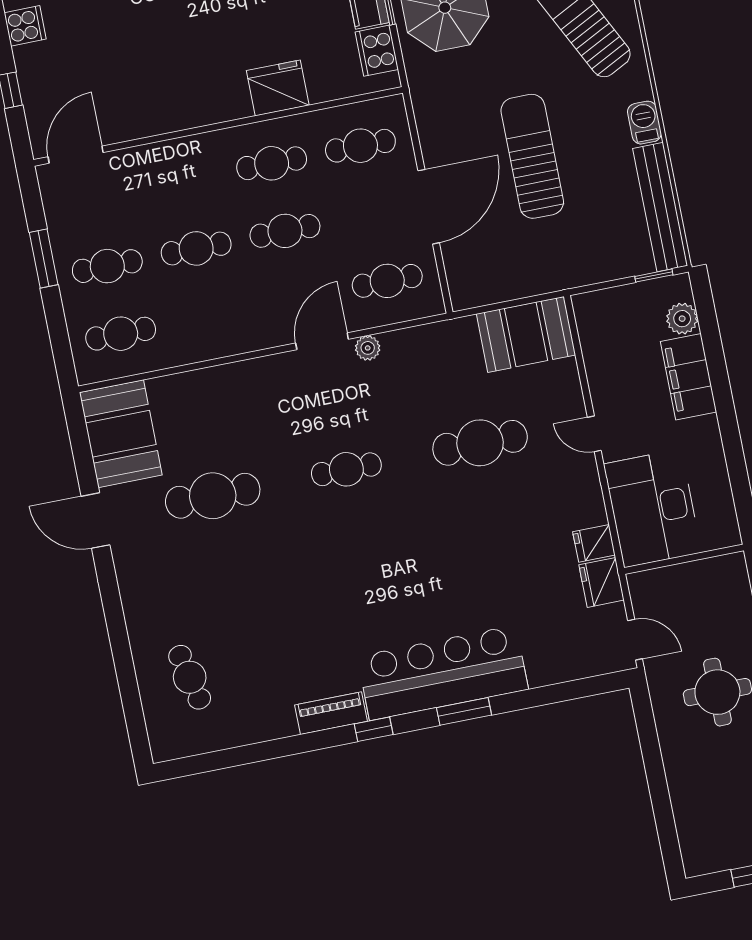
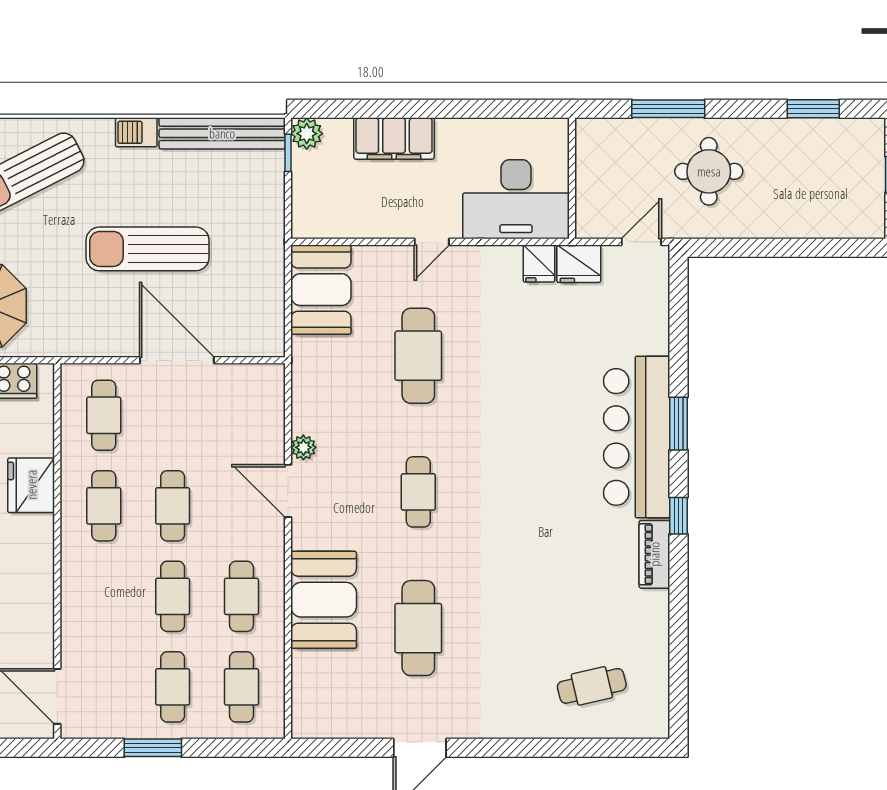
cafe table: (387, 281) -> (241, 596), moved
plant: (682, 319) -> (307, 134), moved
booth: (121, 434) -> (324, 600), moved, turned 90

